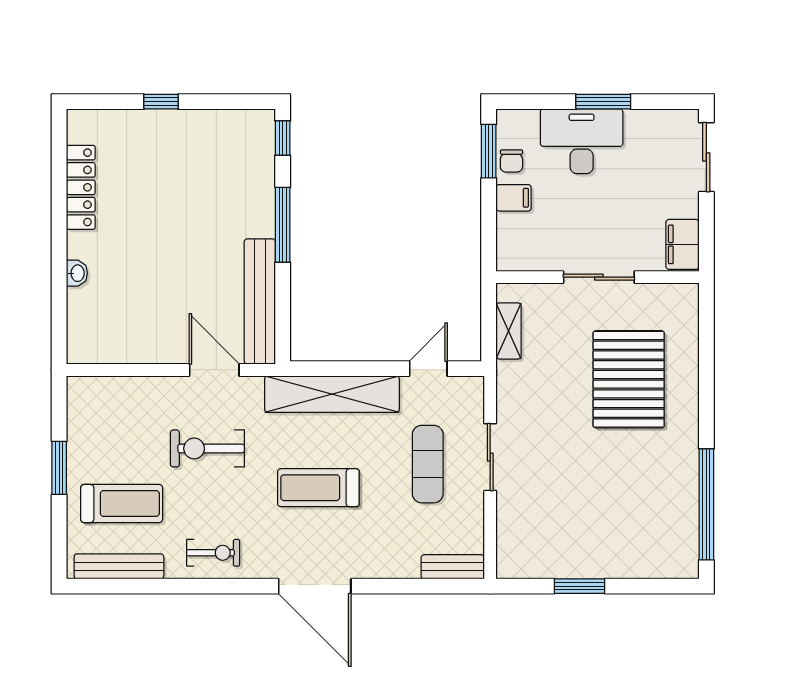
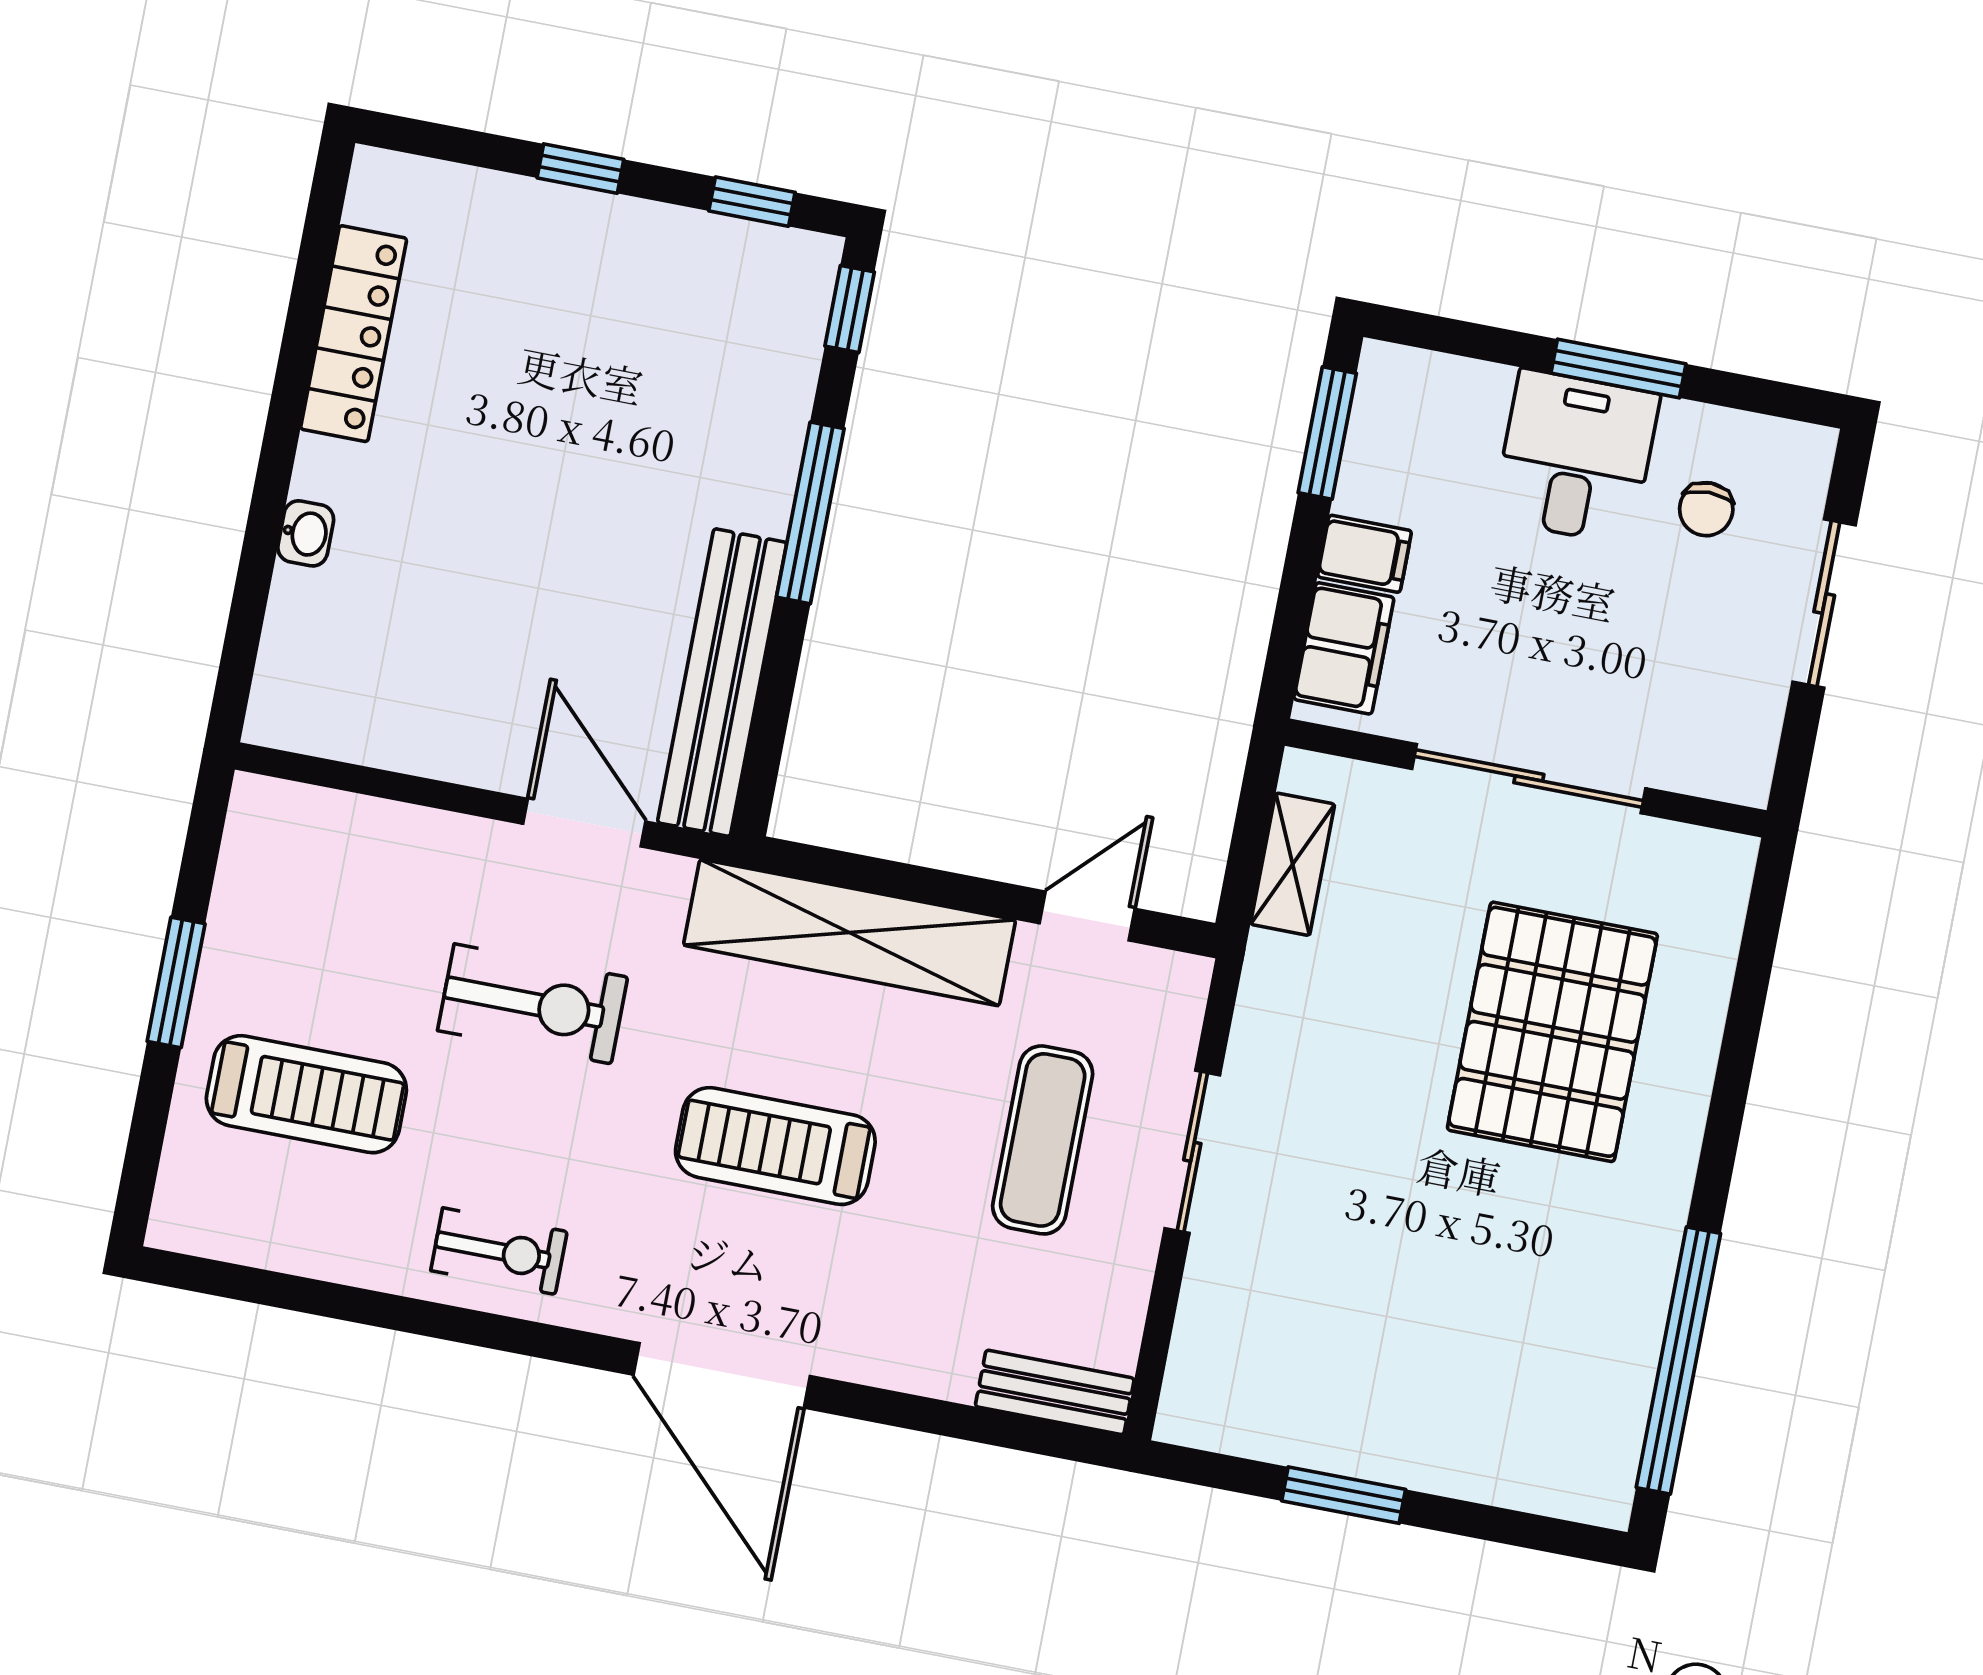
window: (234, 102) -> (752, 202), added
desk: (582, 141) -> (1576, 457), width x0.73
sliding door: (706, 157) -> (1824, 603), moved
chair: (511, 161) -> (1706, 509), moved
filing cabinet: (682, 244) -> (1344, 648), moved, turned 180
sliding door: (599, 277) -> (1529, 779), width x1.37
exercise bike: (207, 448) -> (533, 1004), turned 180
bench: (119, 566) -> (272, 1240), removed

